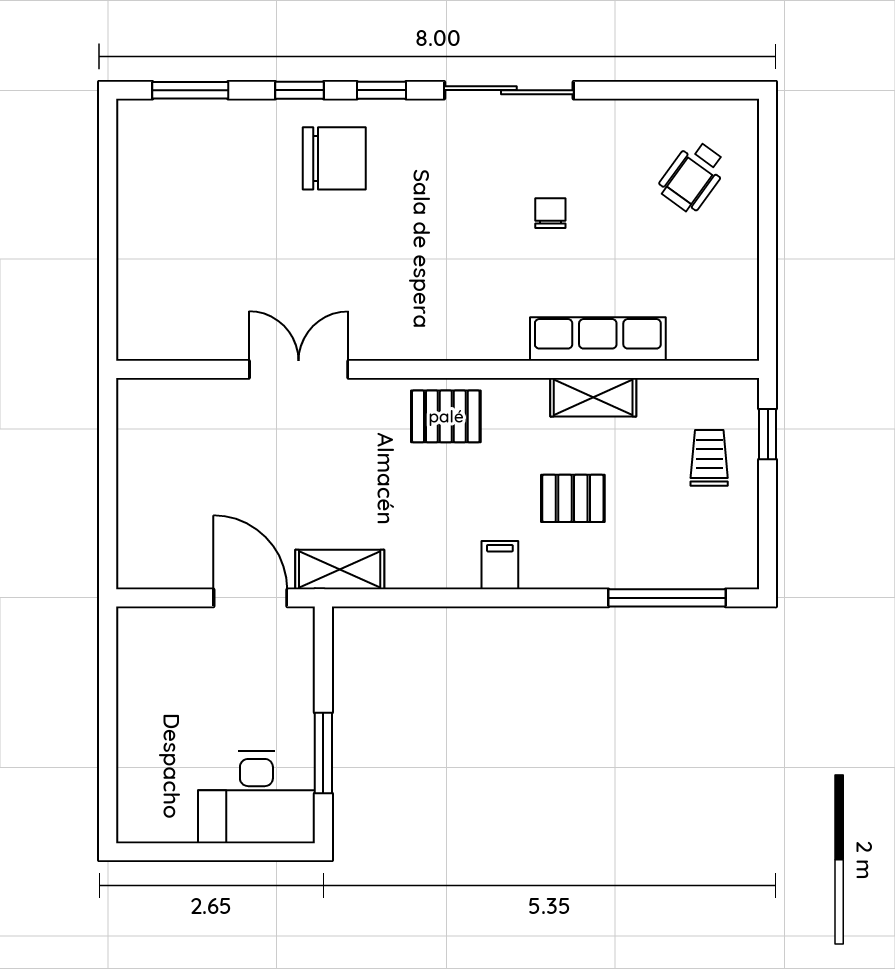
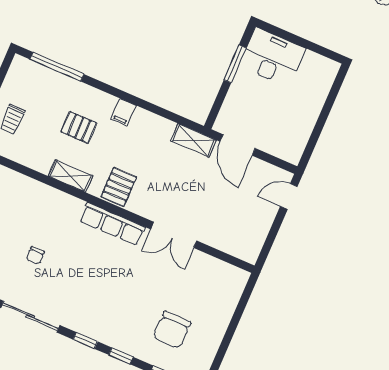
chair: (334, 158) -> (172, 330), moved, turned -90
row of seats: (598, 339) -> (112, 224), moved
shelving: (593, 397) -> (71, 176), moved
pallet: (446, 416) -> (119, 187), turned 90
door: (108, 541) -> (289, 196), added

